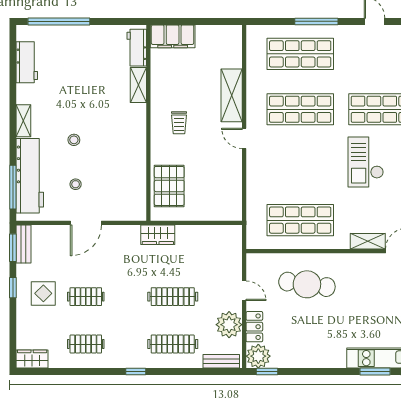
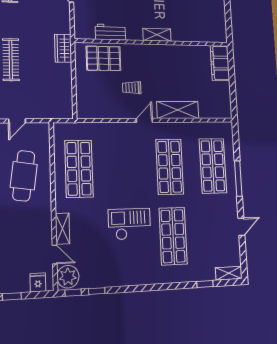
workbench: (137, 48) -> (110, 32), moved
shelving: (138, 85) -> (157, 35), moved
trolley: (179, 123) -> (132, 88), moved

